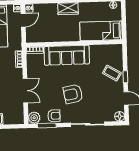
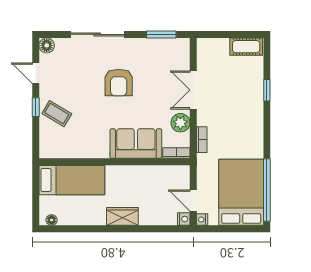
door: (23, 20) -> (193, 200), hinge flipped
sofa: (67, 55) -> (136, 144), width x0.73
armchair: (73, 94) -> (119, 83), turned 100
armchair: (54, 116) -> (149, 49), removed
plant: (34, 118) -> (180, 123), moved

